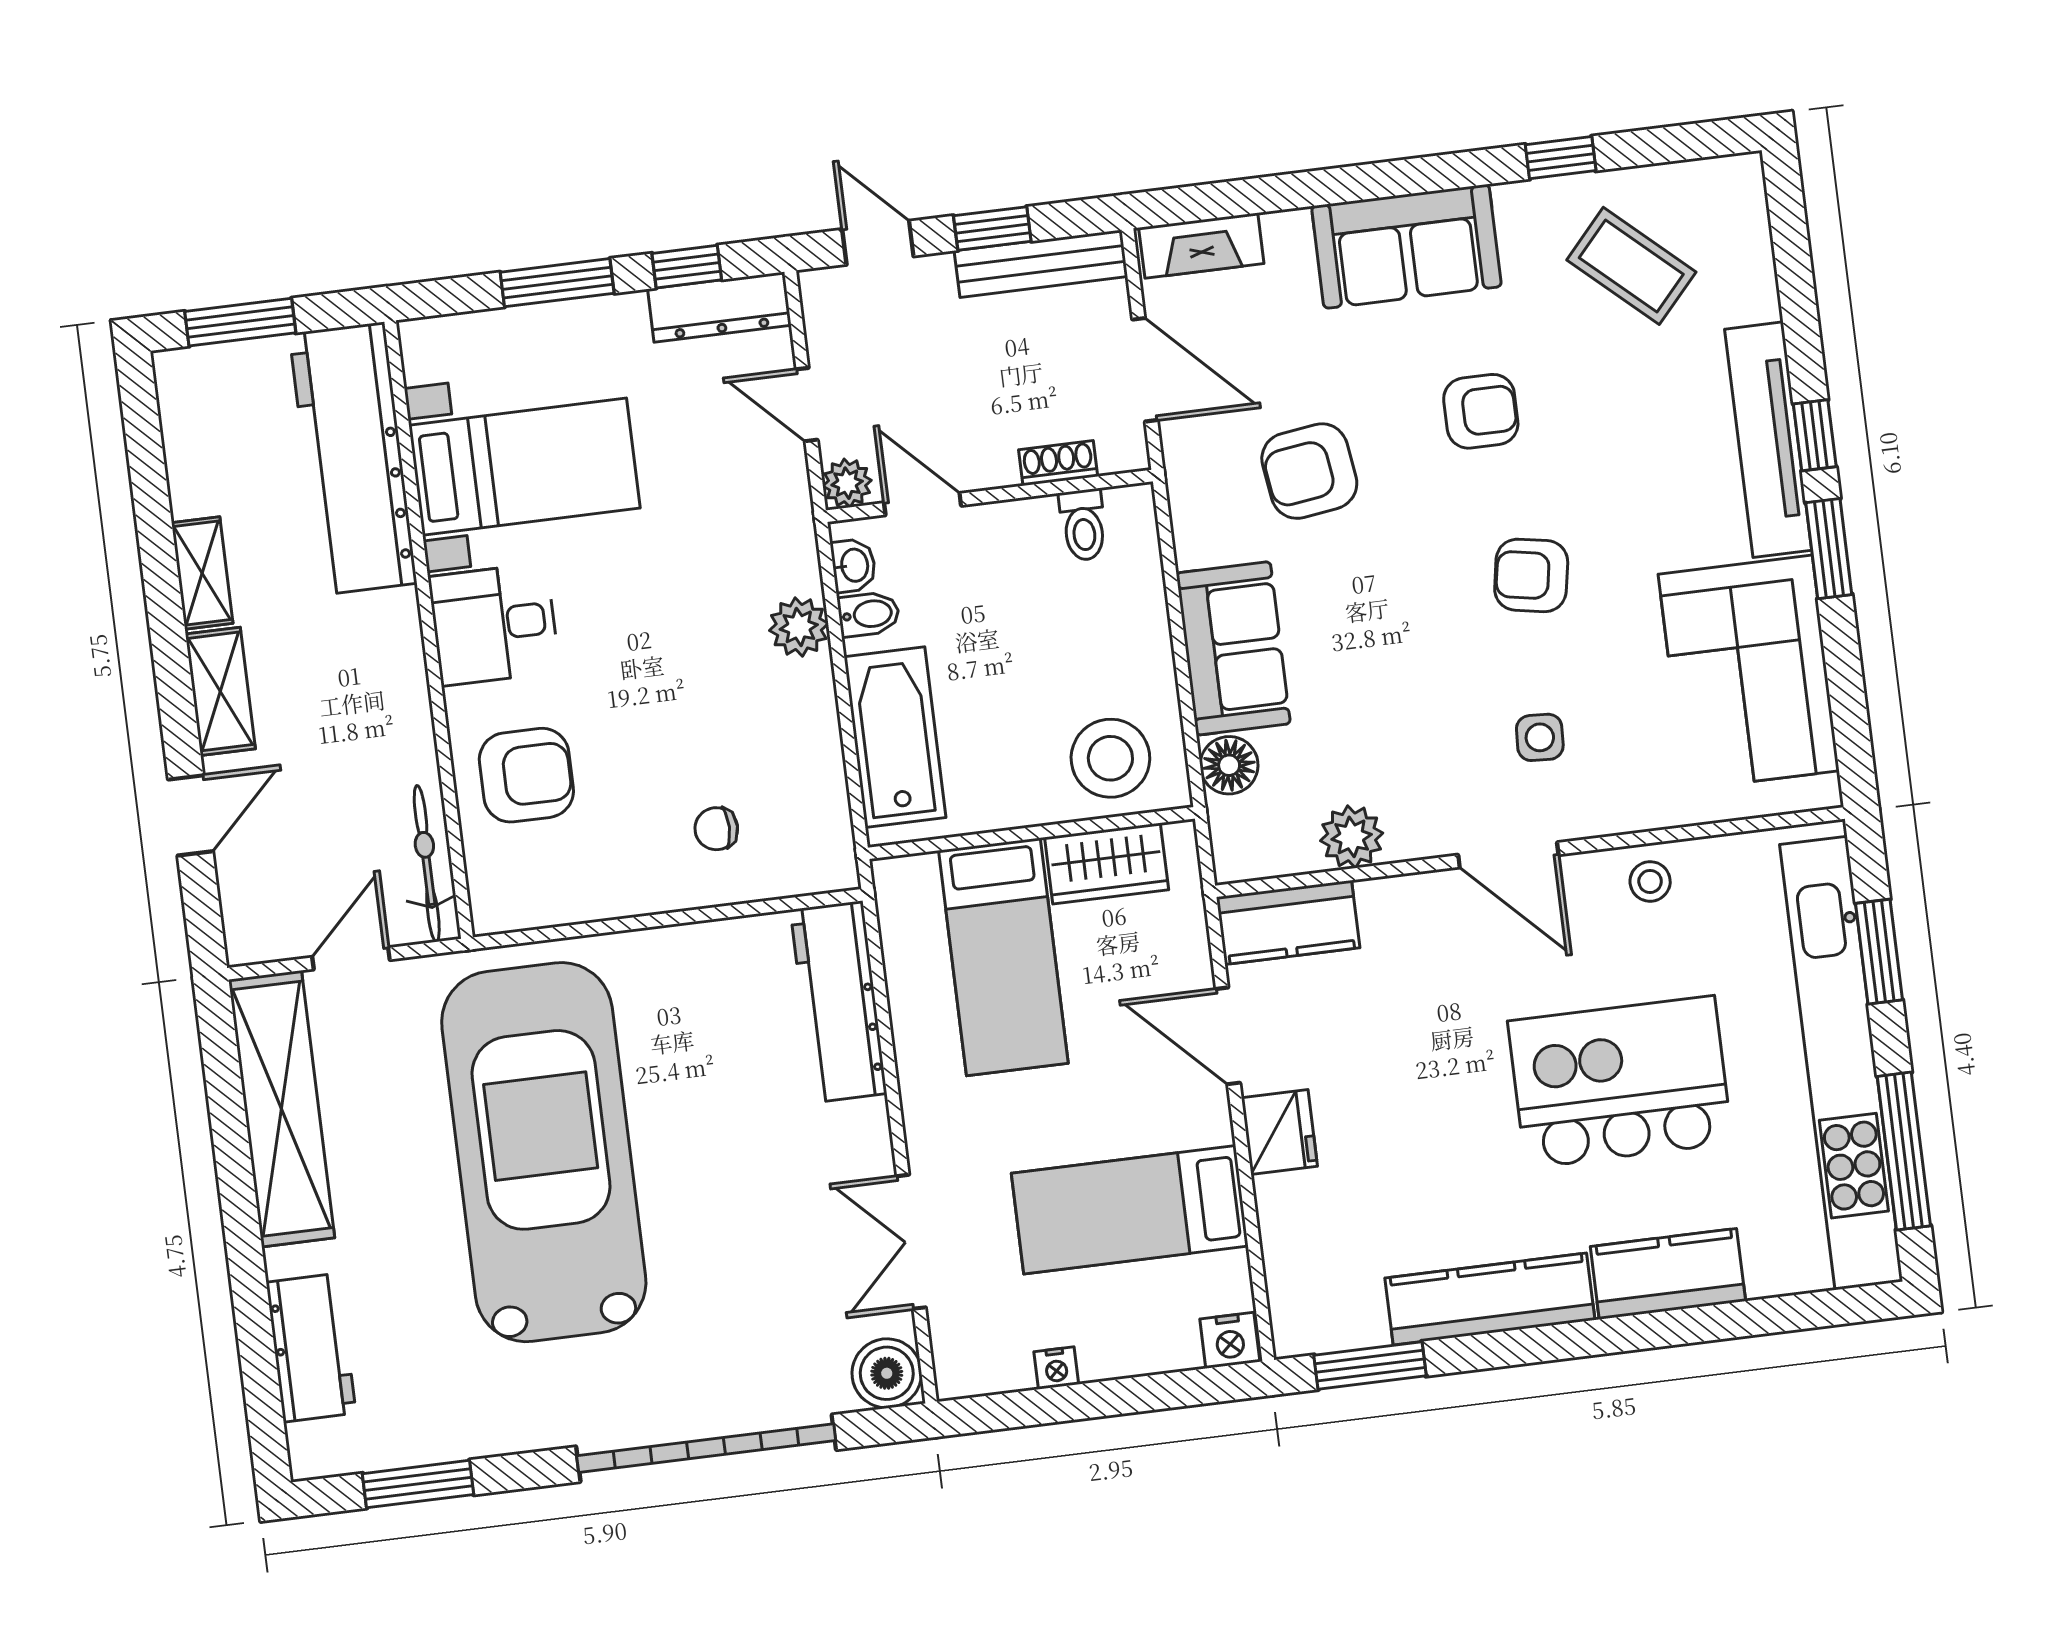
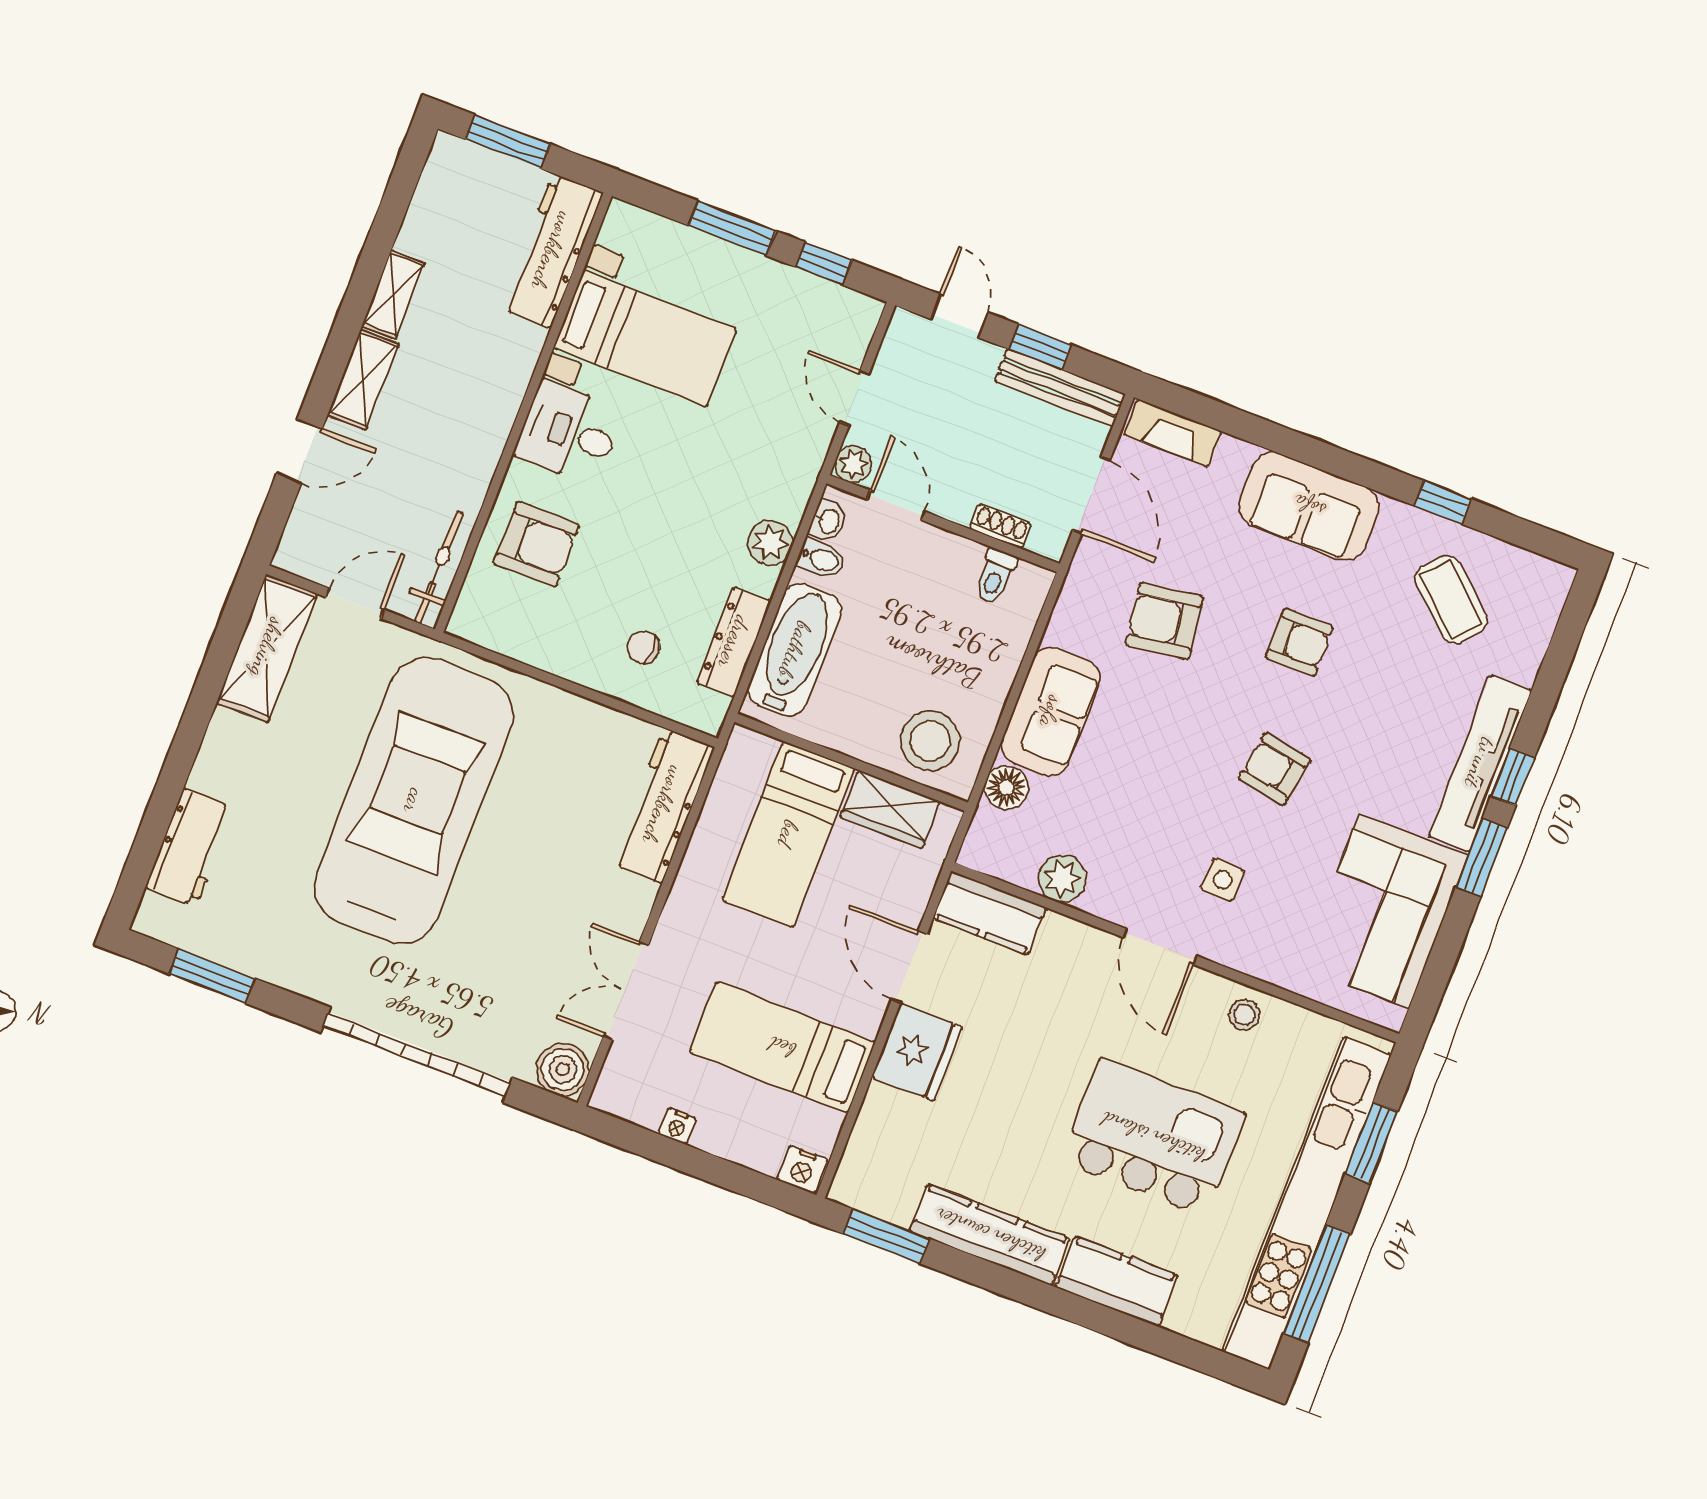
dresser: (719, 307) -> (734, 642), moved, turned 90
workbench: (353, 458) -> (552, 251), width x0.73, depth x0.76
shelving: (282, 1109) -> (267, 648), width x0.68
fridge: (1279, 1132) -> (917, 1052), width x1.36, depth x1.34

